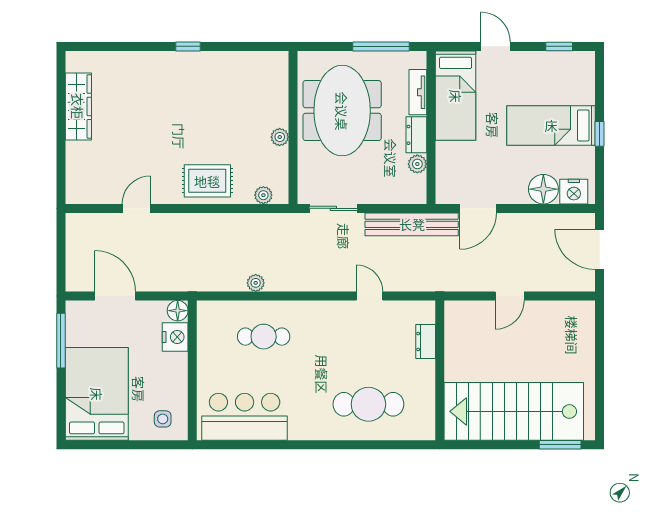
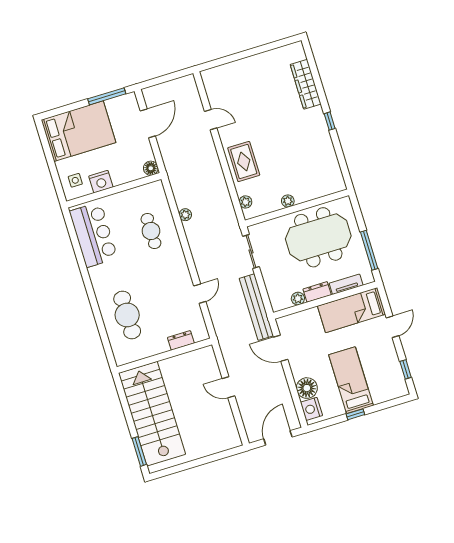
wardrobe: (78, 106) -> (306, 84), moved, turned 90
nightstand: (175, 337) -> (101, 182), moved

